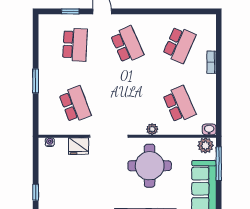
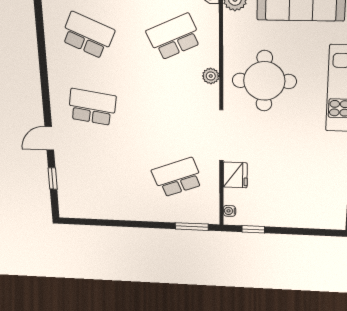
school desk: (75, 45) -> (96, 174), removed
school desk: (127, 45) -> (92, 107), turned 33
window: (36, 81) -> (192, 227), moved
window: (36, 192) -> (253, 229), moved

